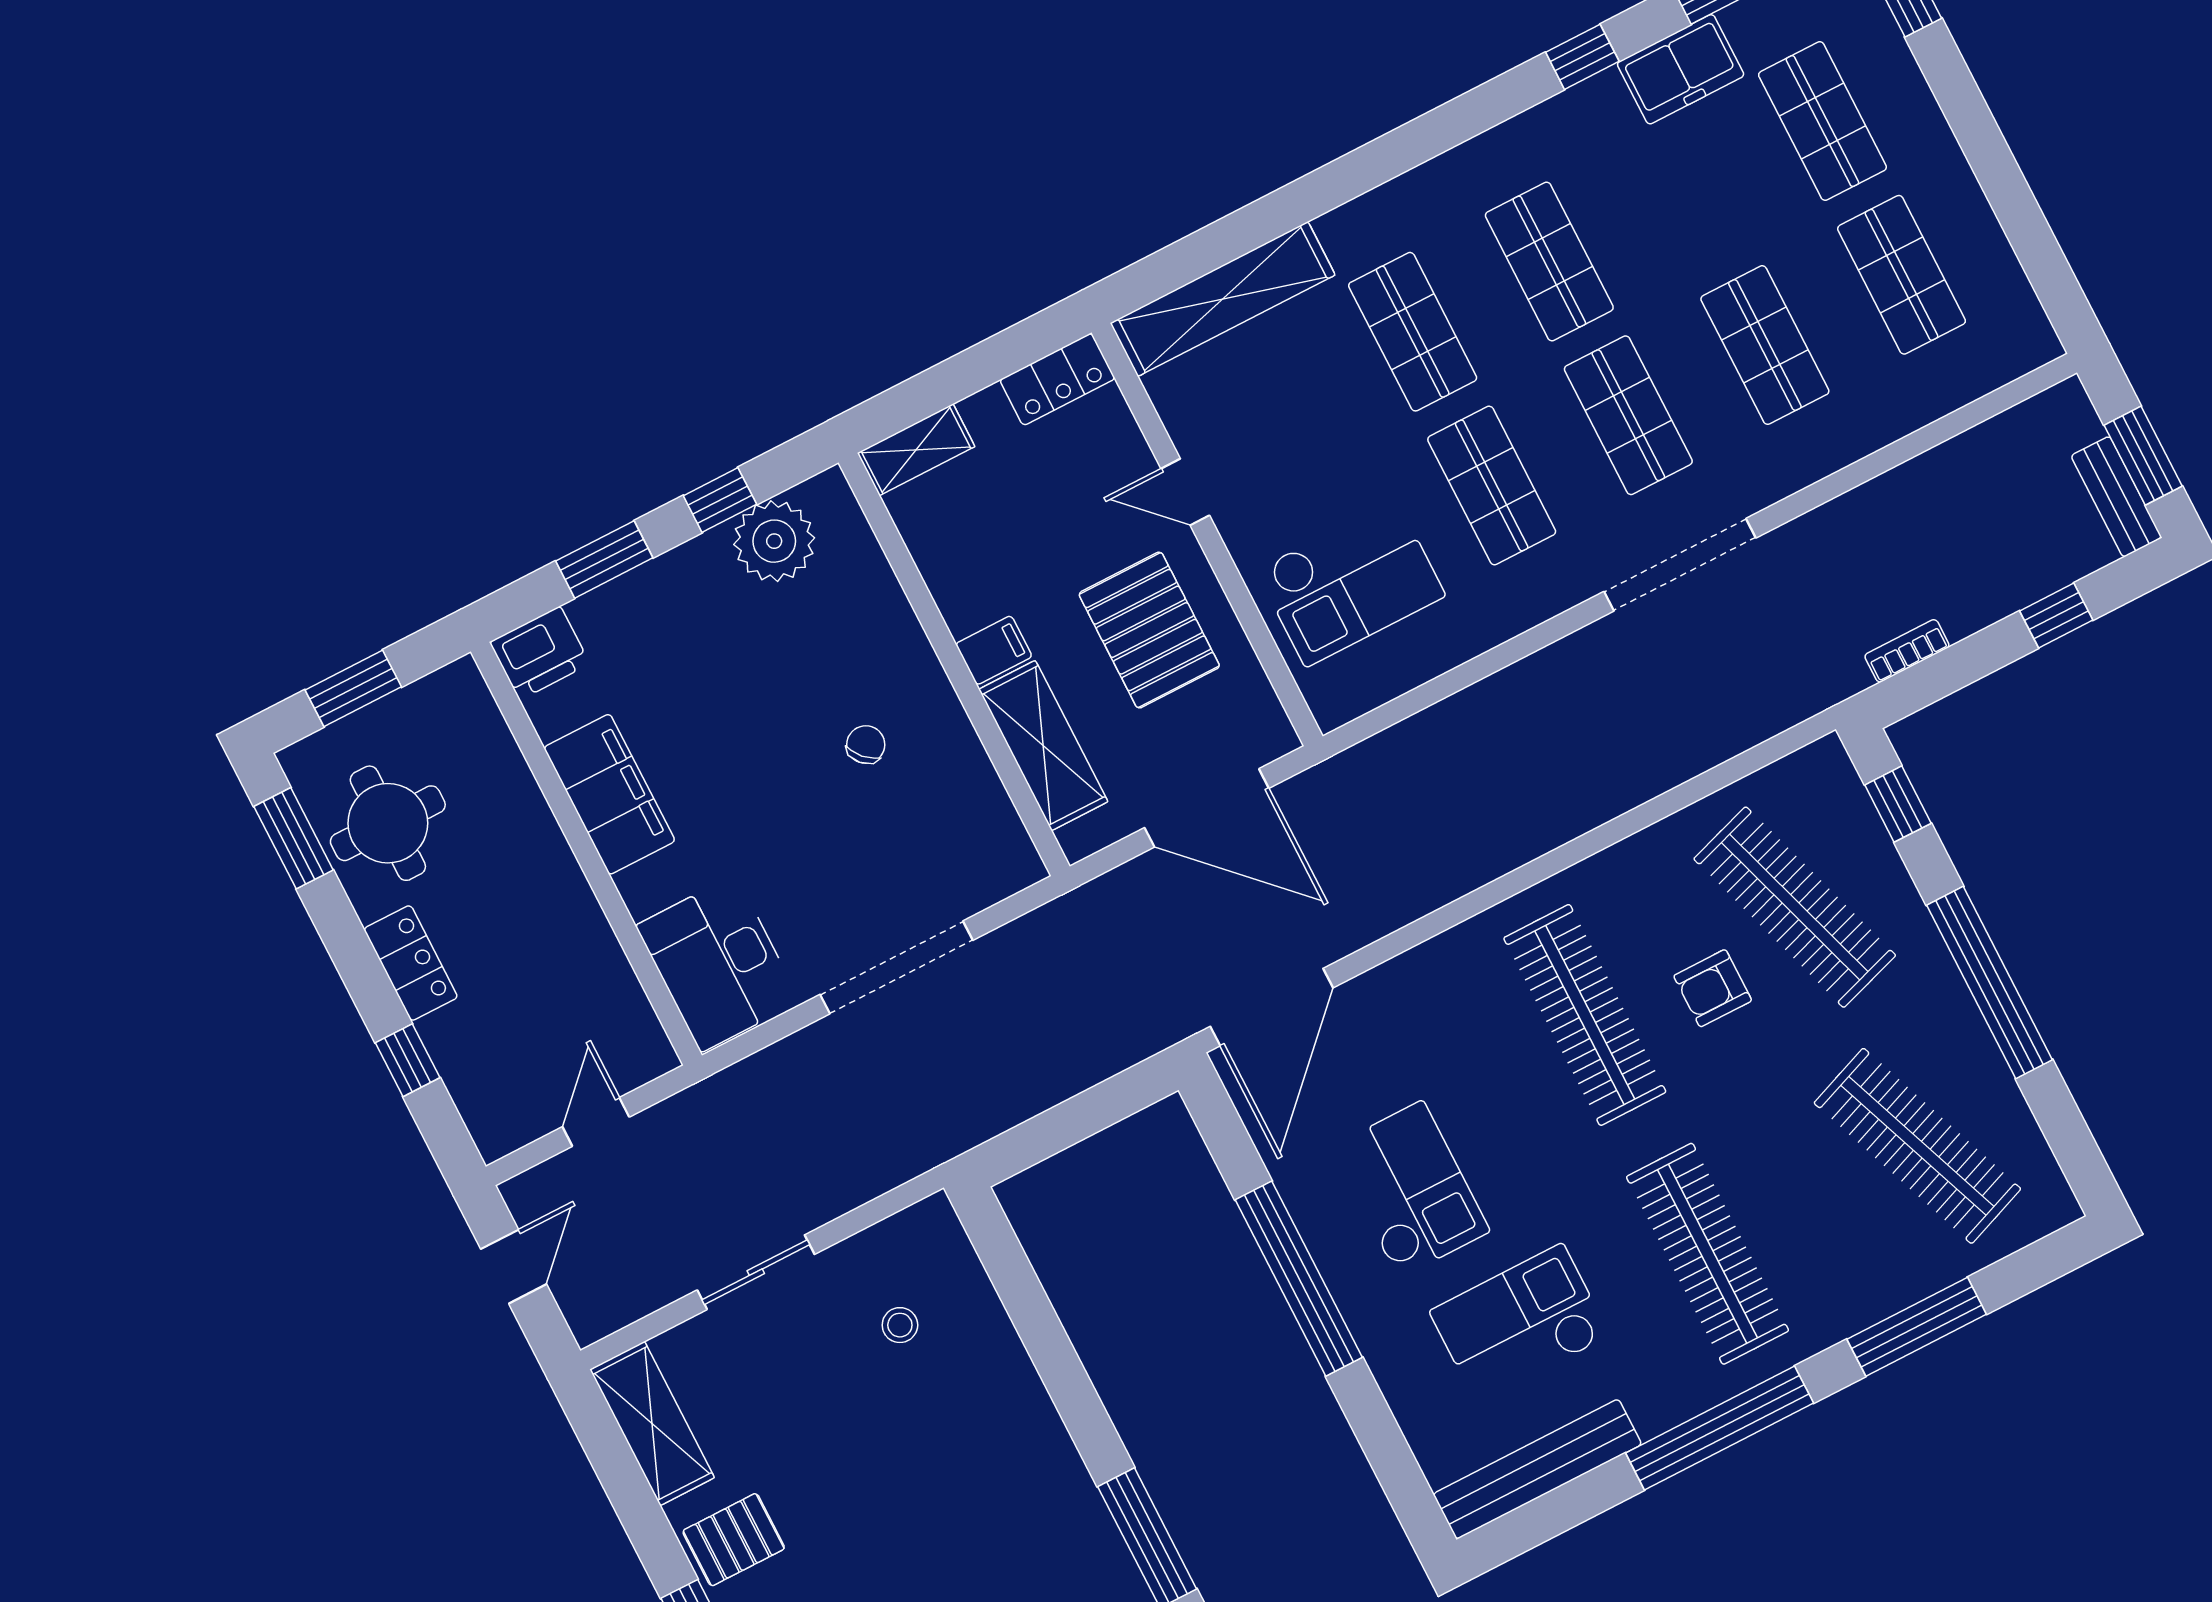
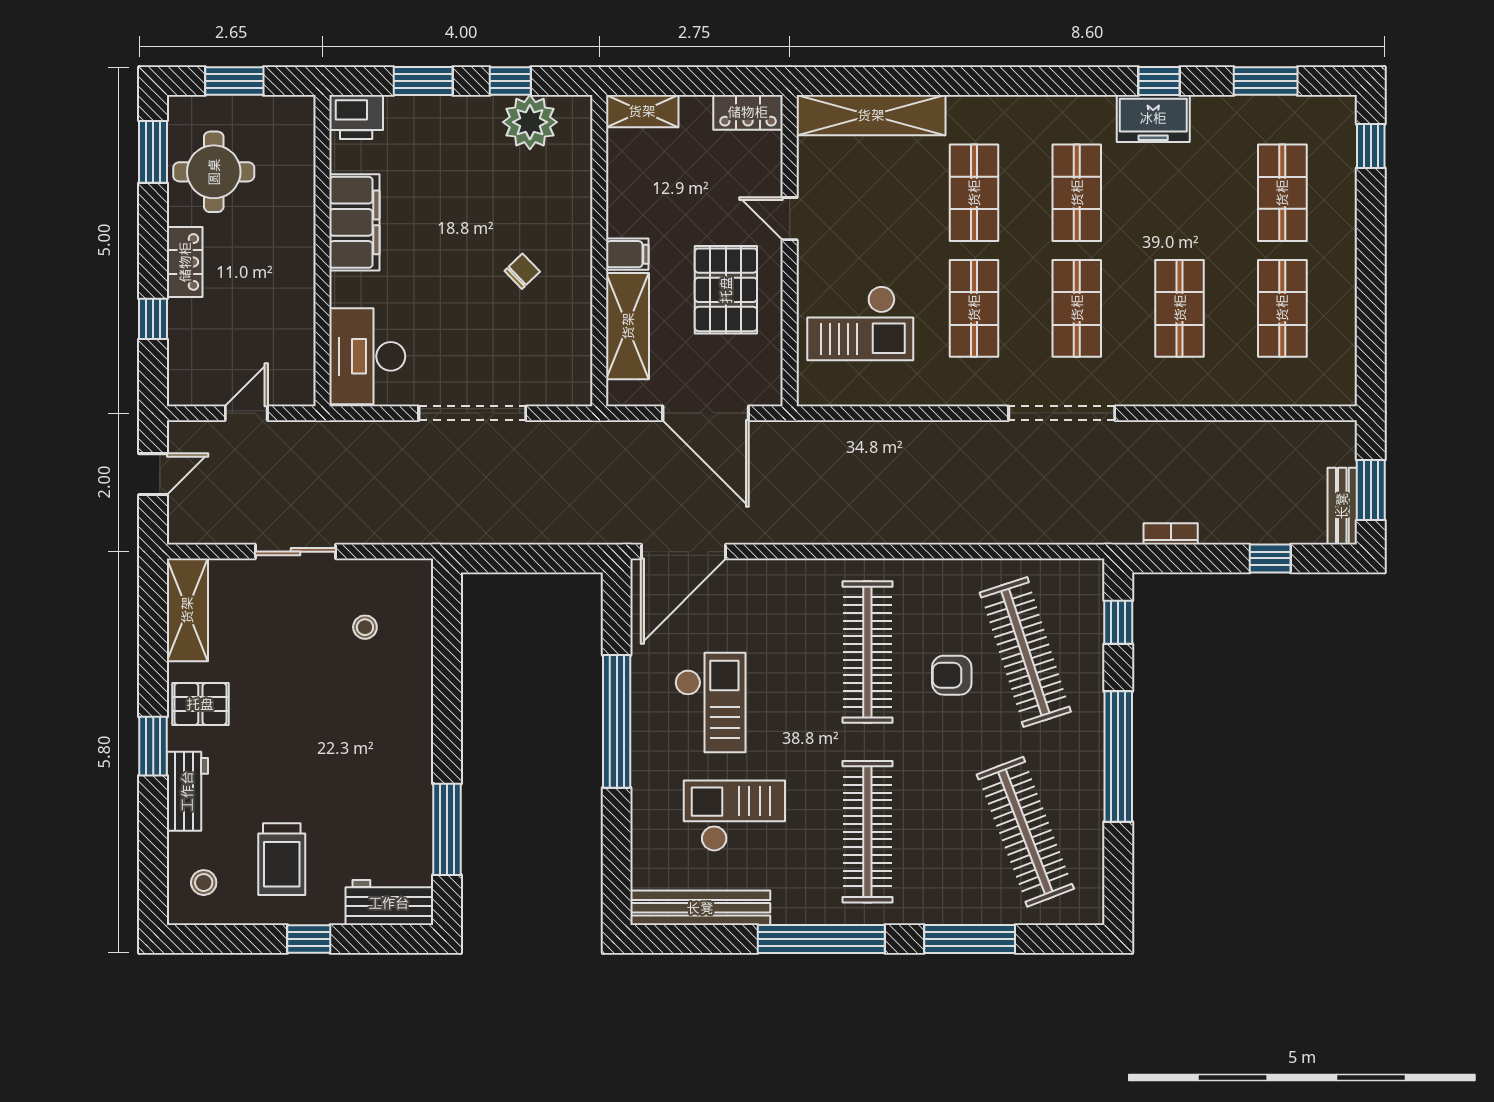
freezer: (1681, 69) -> (1153, 118), moved

